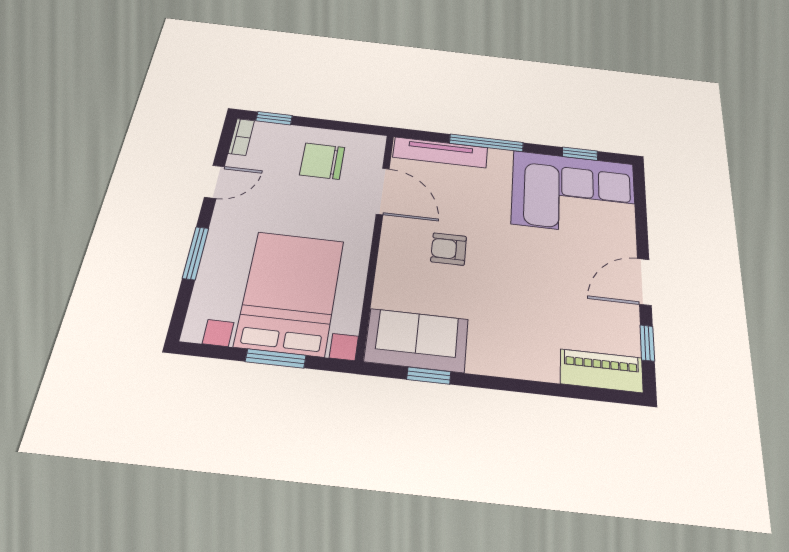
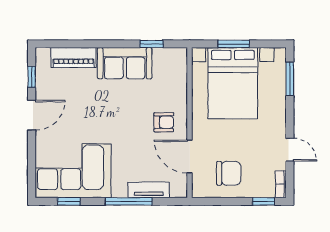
tv unit: (440, 152) -> (149, 190), width x0.71
door: (214, 182) -> (290, 150), swing flipped
armchair: (449, 249) -> (164, 122), moved
window: (196, 253) -> (290, 79), moved
sofa: (417, 340) -> (125, 63), moved
piano: (602, 371) -> (73, 58), moved

